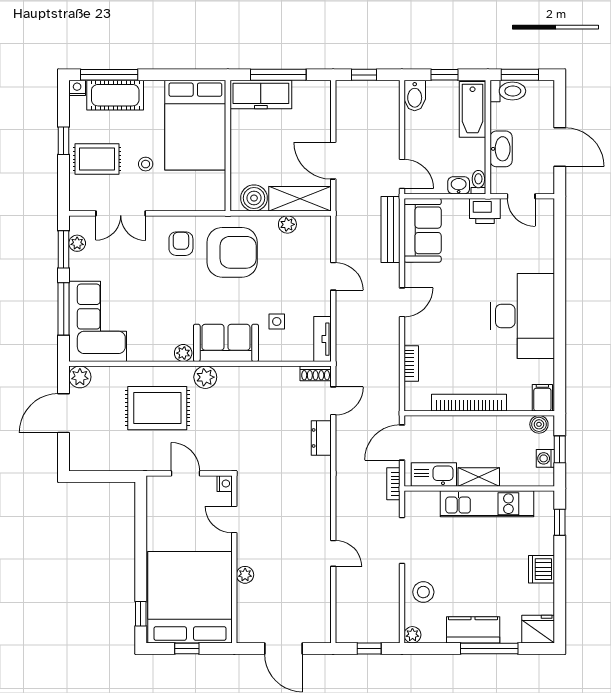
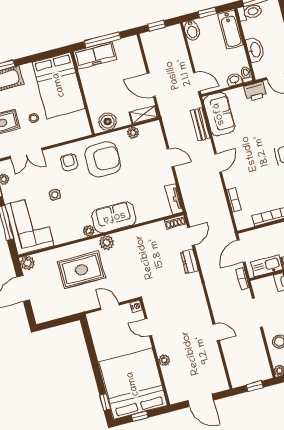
shelving: (300, 199) -> (144, 115), width x0.67, depth x0.75
bench: (390, 229) -> (200, 124), width x0.73
side table: (277, 322) -> (55, 195), moved

